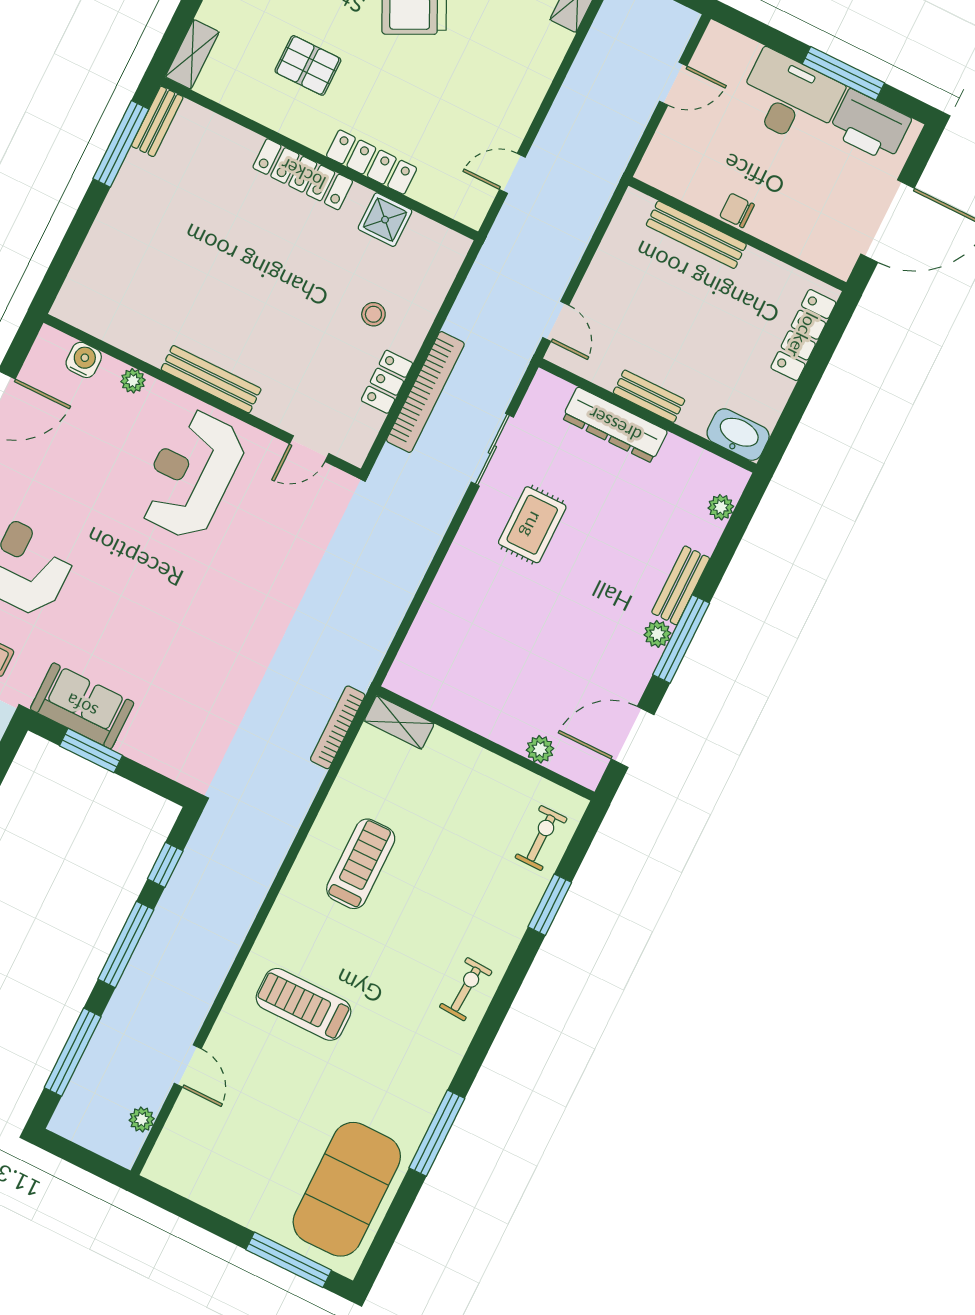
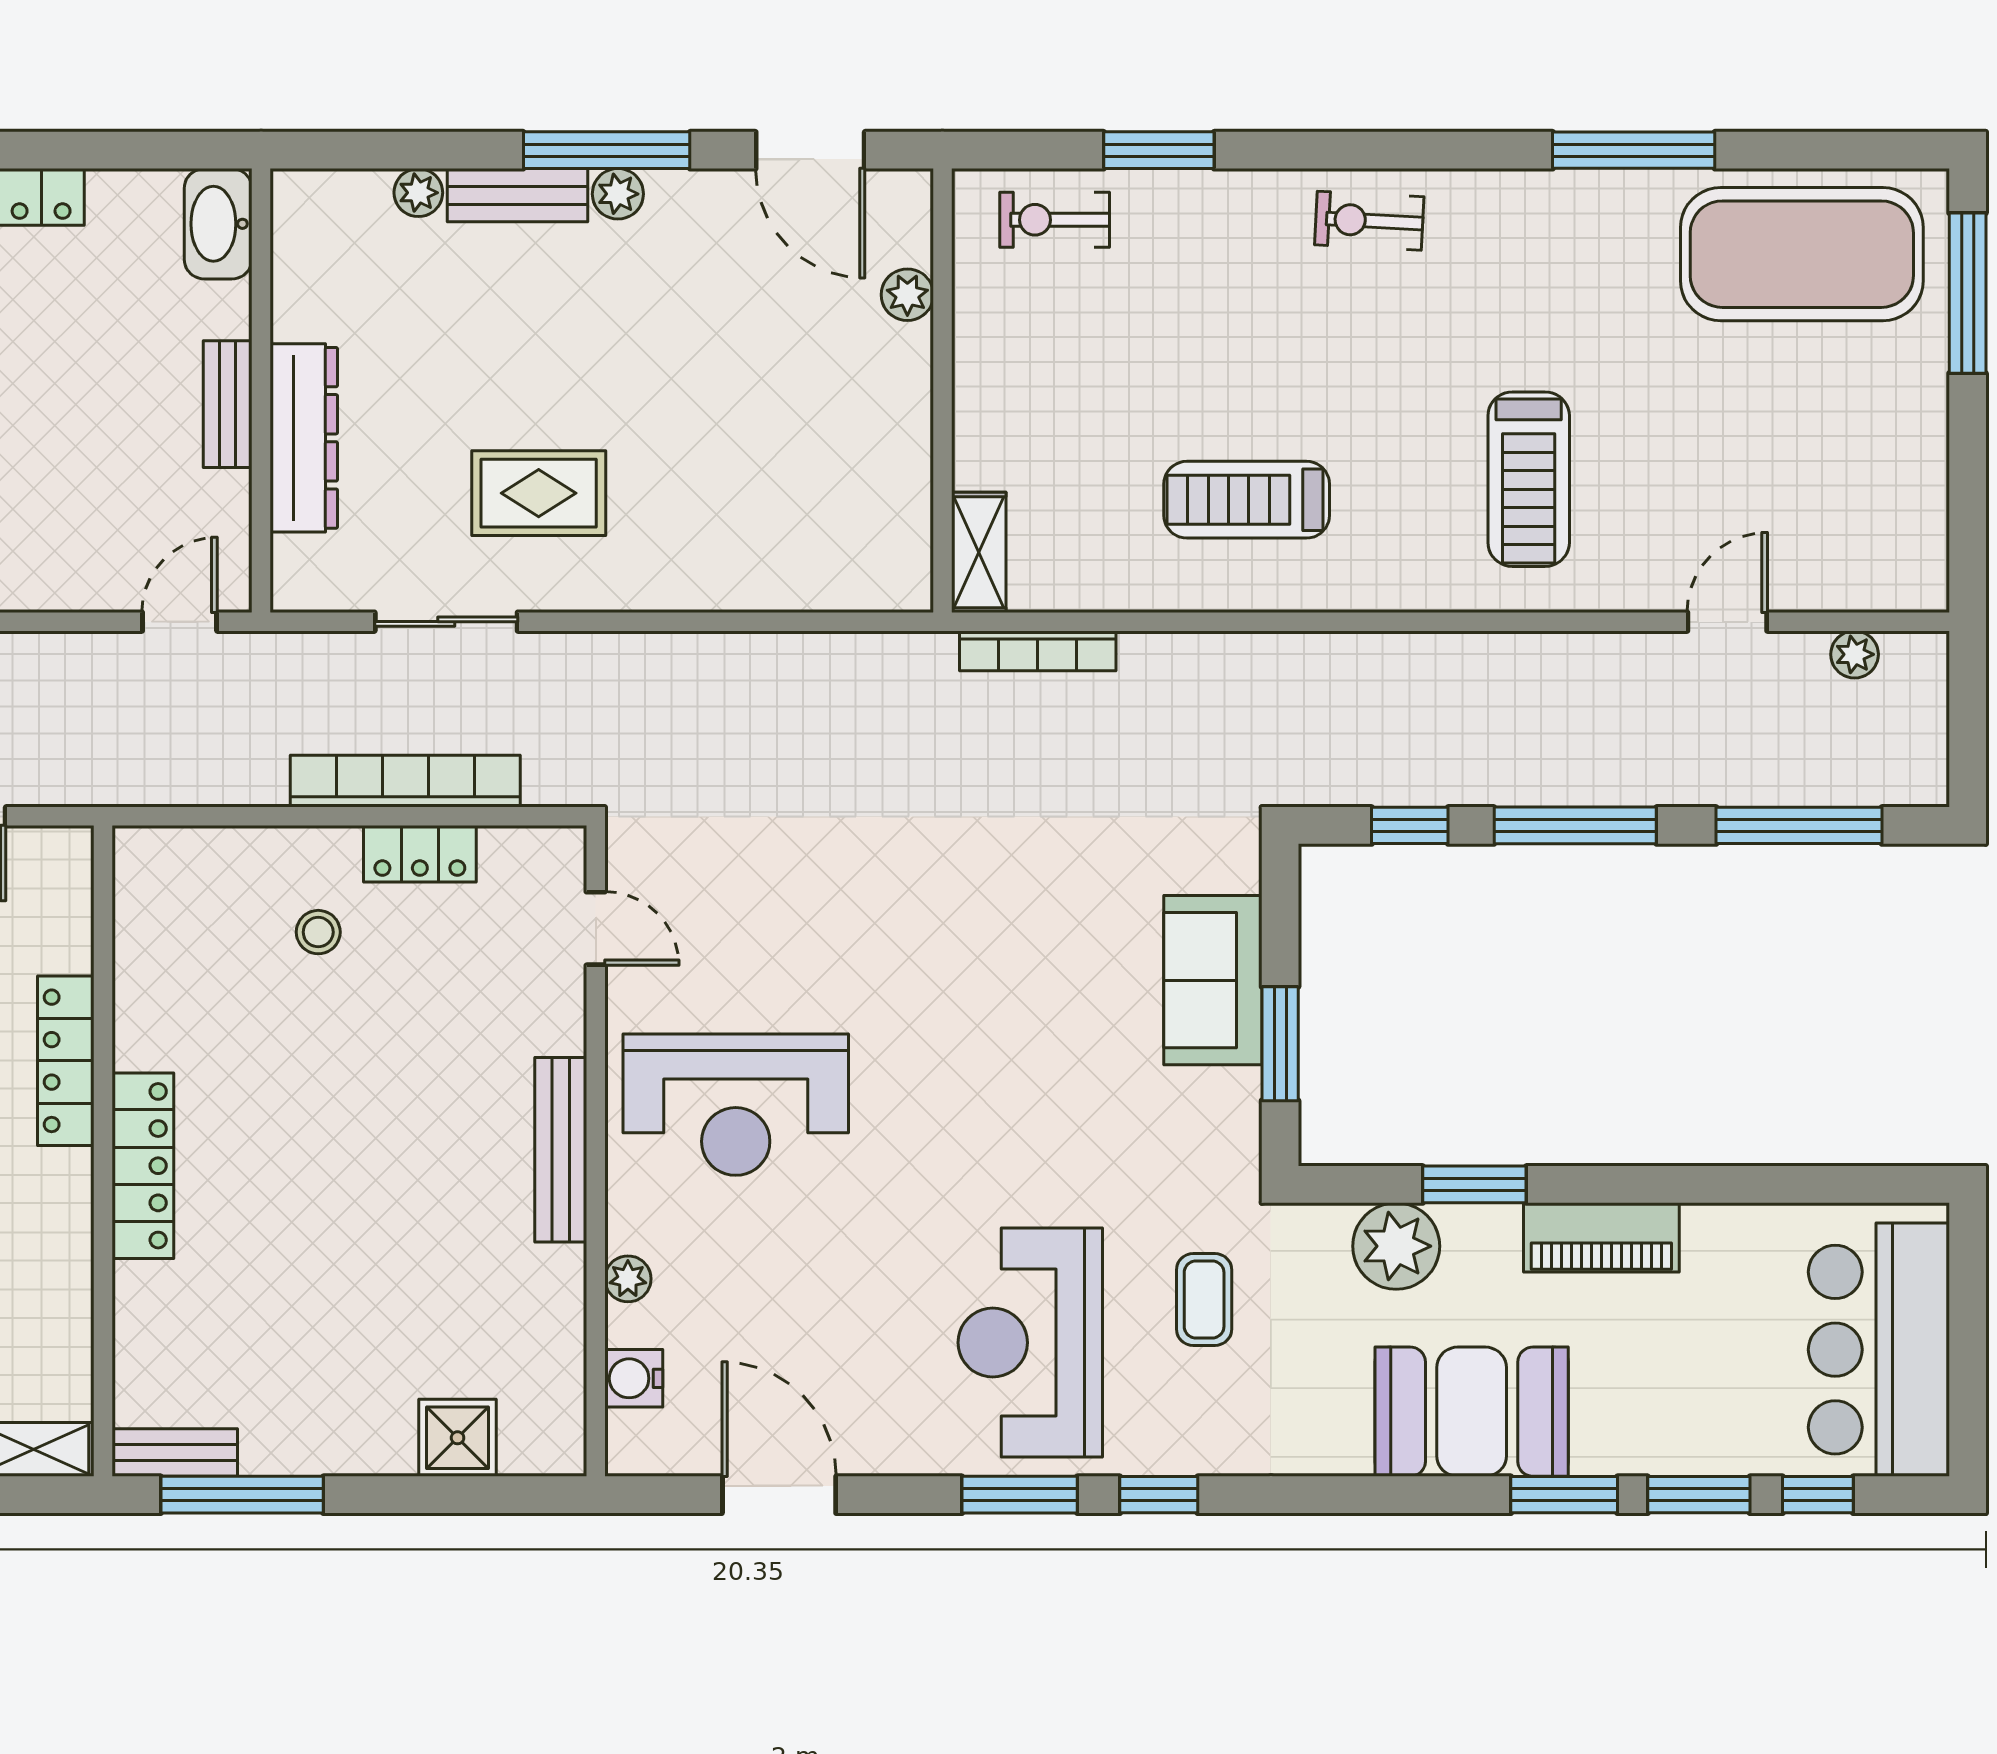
shower: (385, 220) -> (458, 1438), moved
plant: (721, 507) -> (418, 193), moved
sofa: (82, 706) -> (1213, 980), moved

